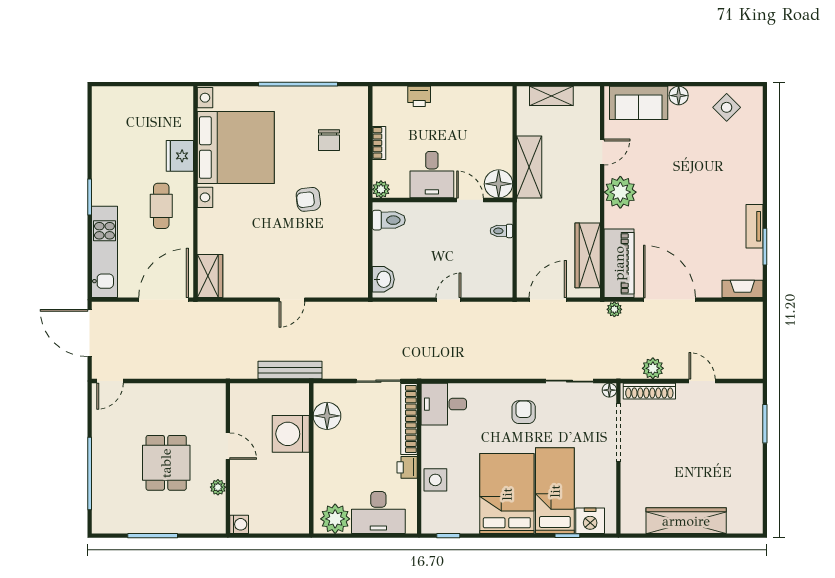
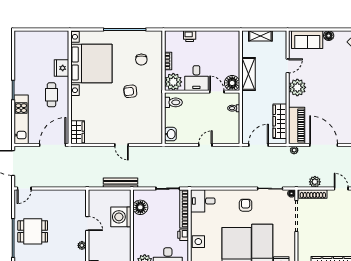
plant: (381, 189) -> (173, 82), width x1.87, depth x1.87
door: (292, 300) -> (121, 145), hinge flipped
dining table: (166, 463) -> (33, 231), moved, turned 90

